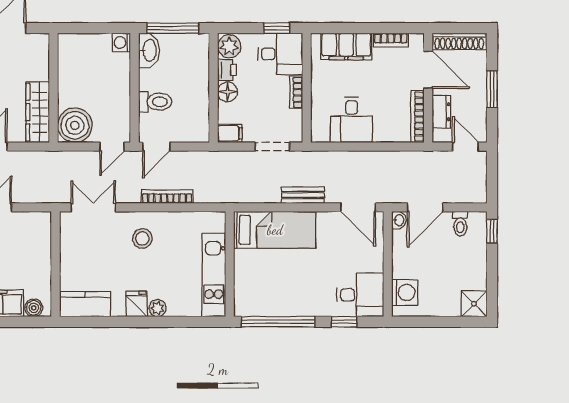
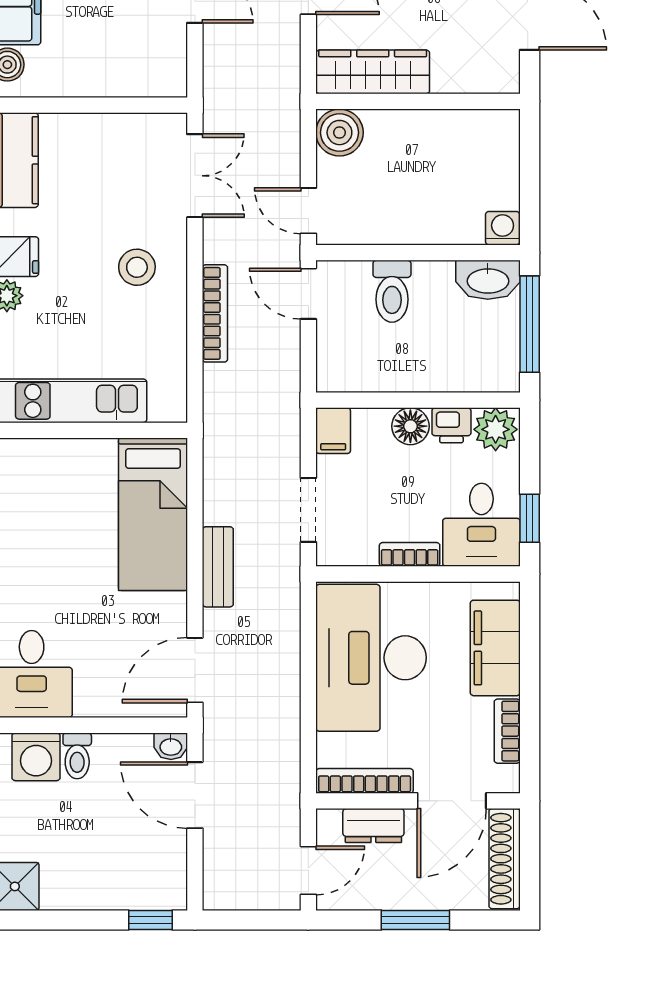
desk: (352, 120) -> (371, 658), width x1.87, depth x1.30
boiler: (75, 125) -> (339, 133), width x0.73, depth x0.73
toilet: (460, 224) -> (77, 756), moved, turned -90

